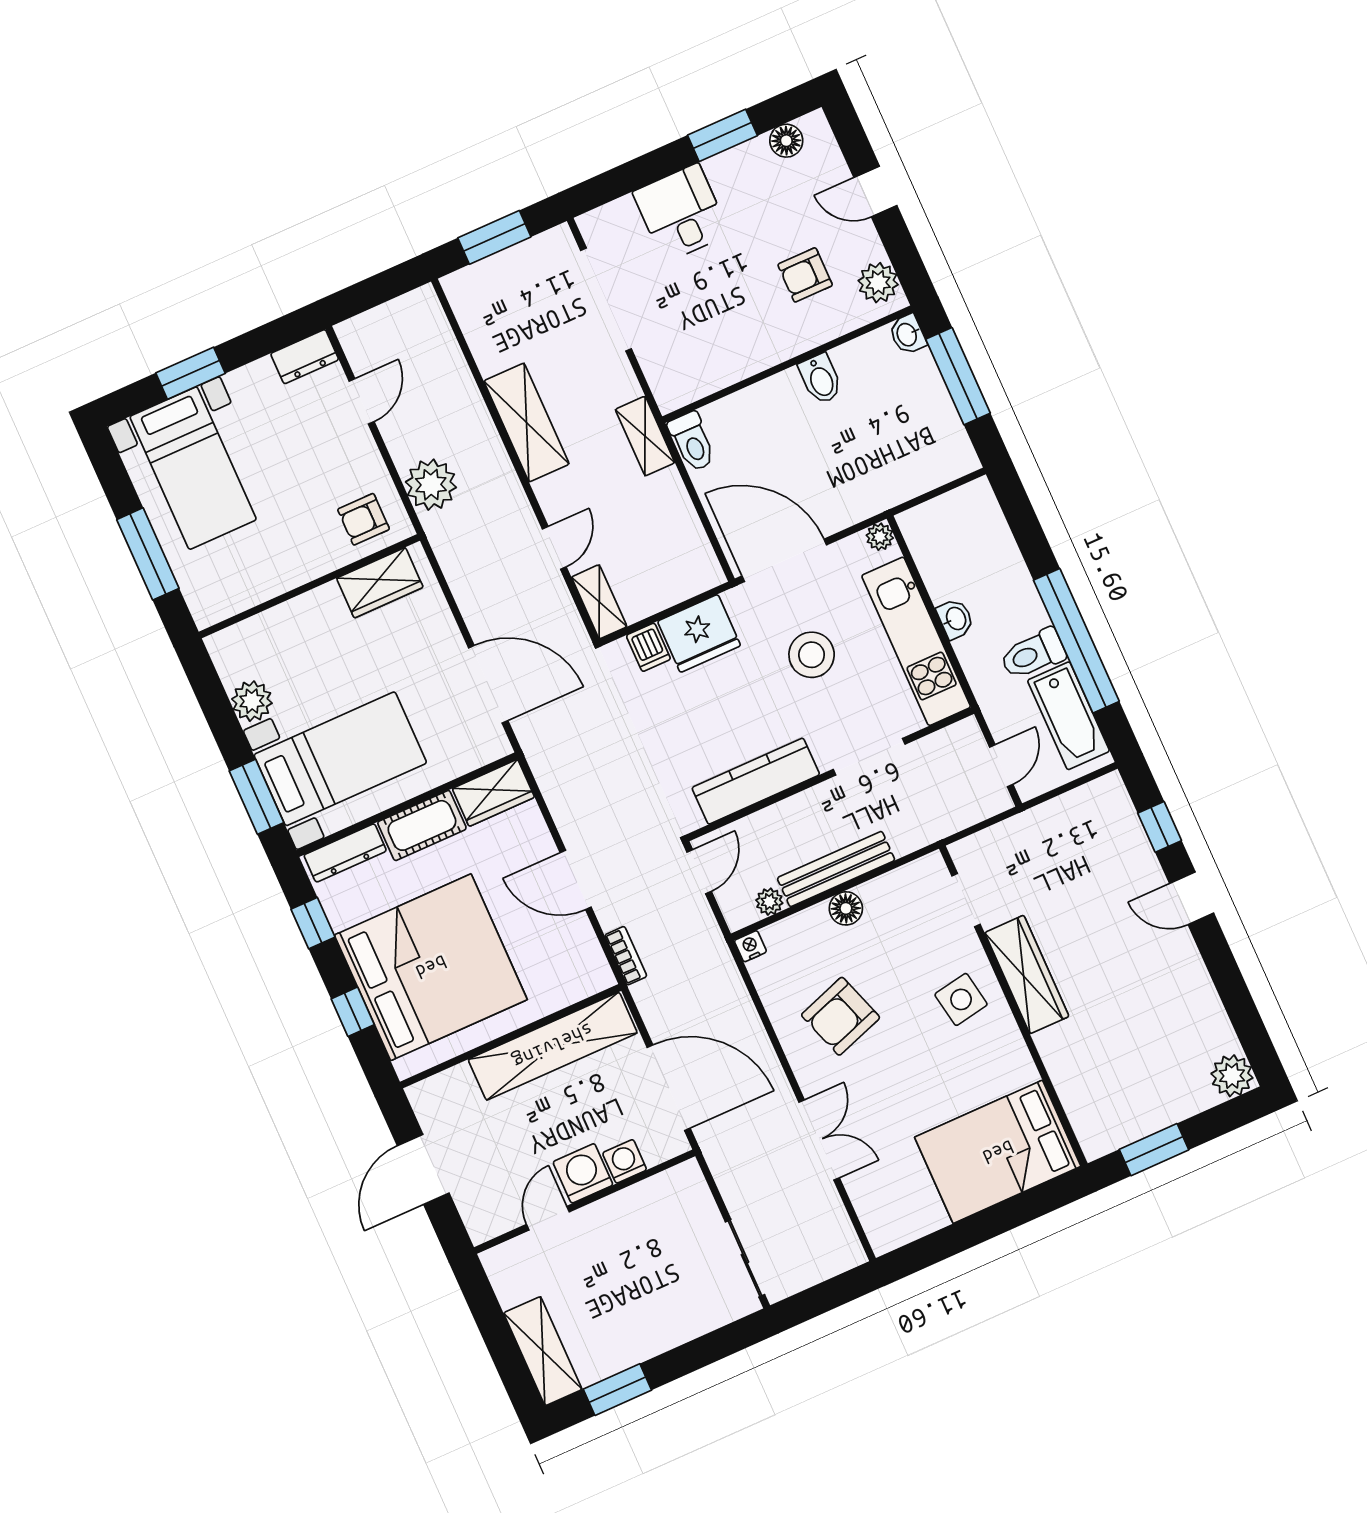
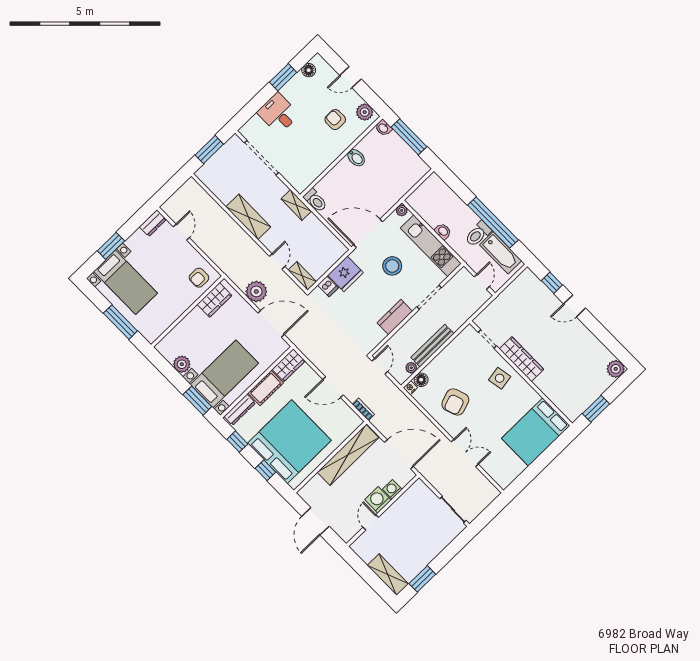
armchair: (805, 275) -> (335, 120), turned 90
plant: (431, 485) -> (256, 291), moved
kitchen counter: (756, 781) -> (395, 317), width x0.67
floor lamp: (846, 908) -> (421, 380), moved

